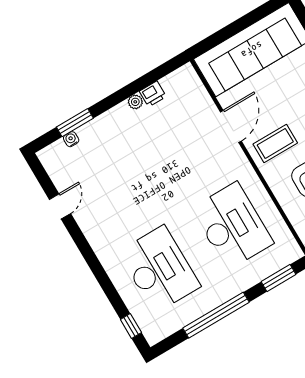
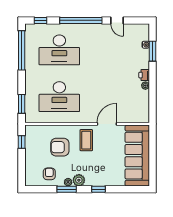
printer: (153, 94) -> (144, 75), moved
door: (231, 126) -> (107, 124), swing flipped
window: (93, 263) -> (81, 20), added
window: (216, 315) -> (22, 50), moved

